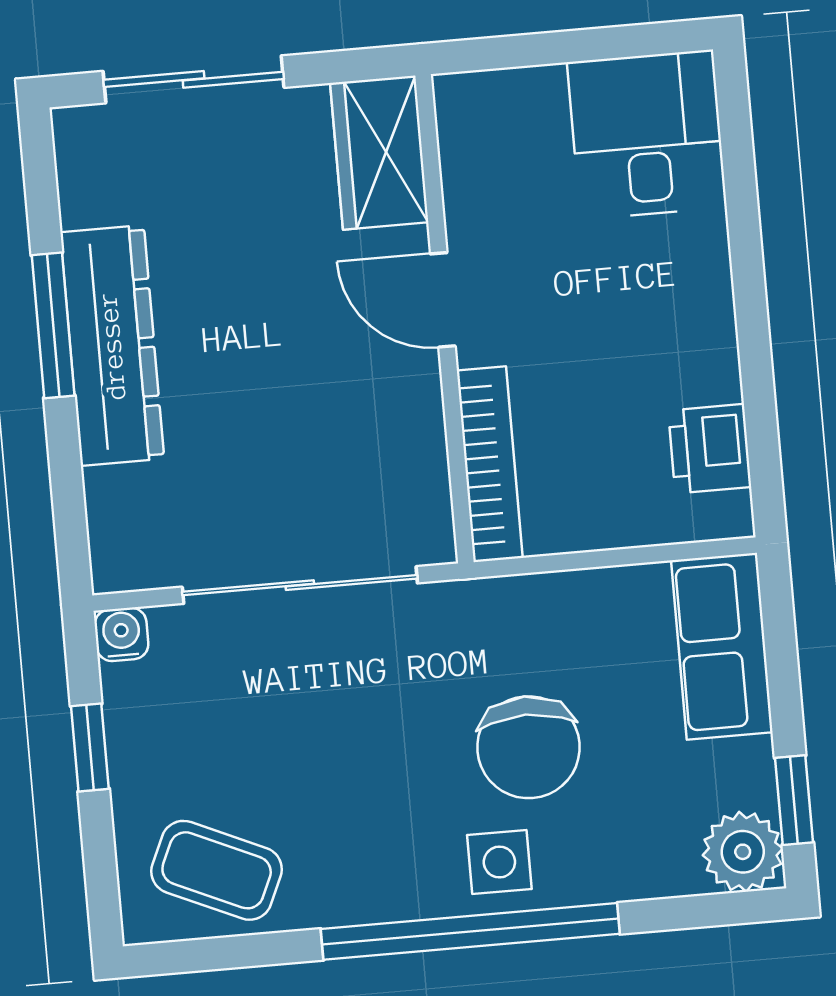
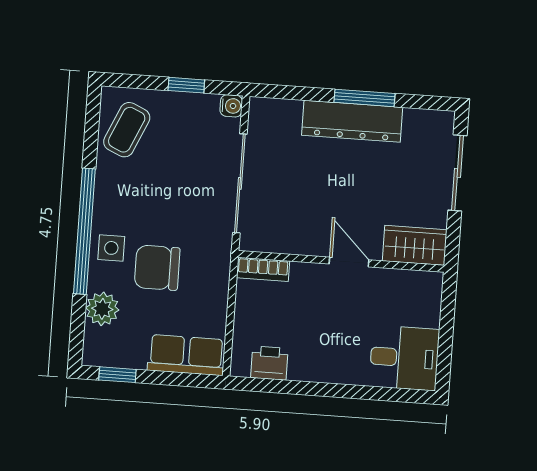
door: (443, 300) -> (349, 262), hinge flipped
bookcase: (490, 464) -> (263, 269), width x0.64
plant: (743, 852) -> (102, 309), moved

